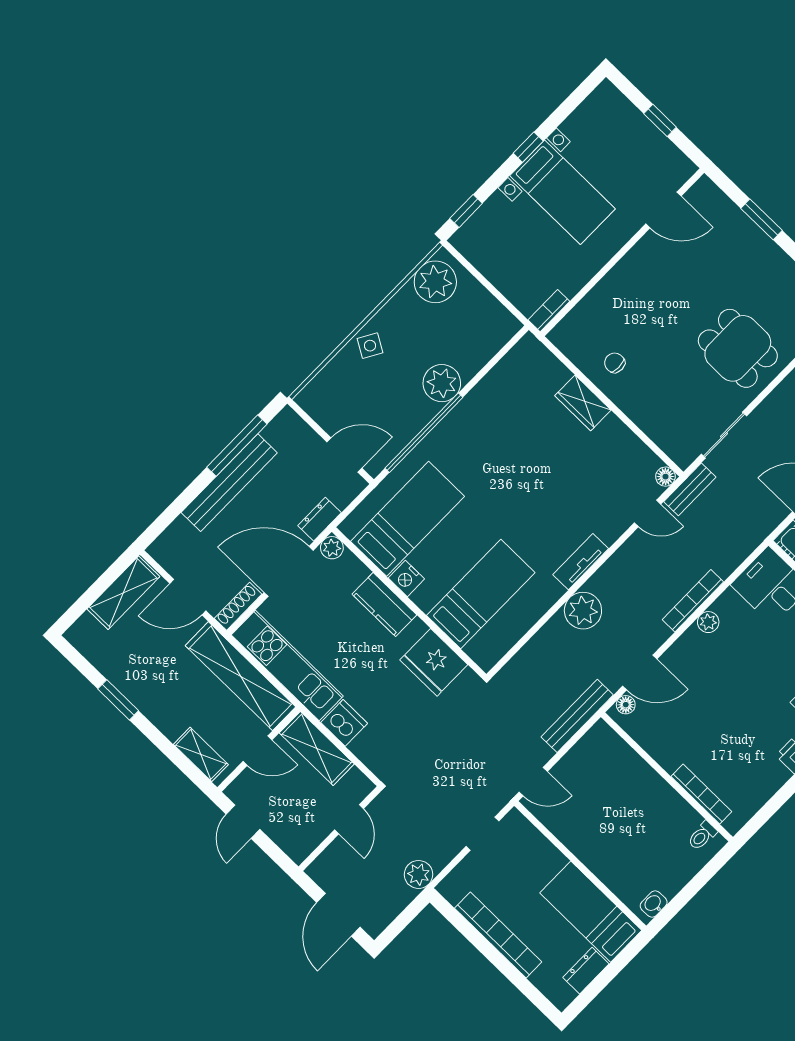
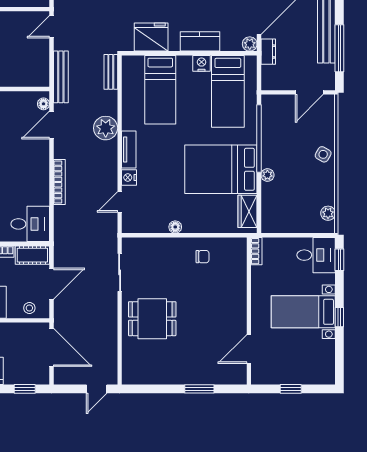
desk: (487, 241) -> (316, 255), added
plant: (435, 282) -> (328, 213), width x0.53, depth x0.53
plant: (442, 383) -> (267, 175), width x0.53, depth x0.53
wardrobe: (583, 403) -> (248, 211), moved, turned -90
bed: (500, 440) -> (221, 169), added
door: (344, 455) -> (309, 92), moved
floor lamp: (665, 477) -> (175, 227), moved
bench: (690, 489) -> (111, 72), moved
nightstand: (611, 530) -> (129, 177), added
plant: (708, 622) -> (43, 179), removed

